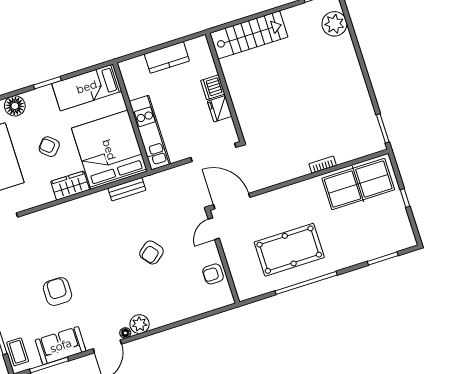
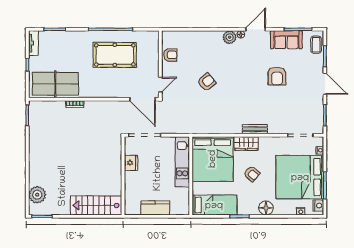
dishwasher: (213, 87) -> (131, 178), removed
bench: (127, 189) -> (255, 129), moved
tv unit: (406, 230) -> (33, 43), added

